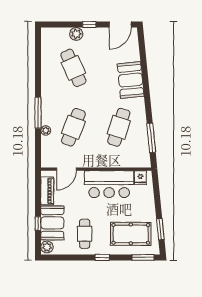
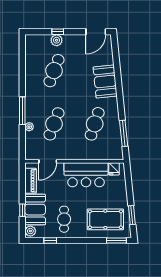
window: (89, 24) -> (58, 32), moved
cafe table: (73, 68) -> (54, 71), turned 45
window: (102, 257) -> (50, 240), moved

